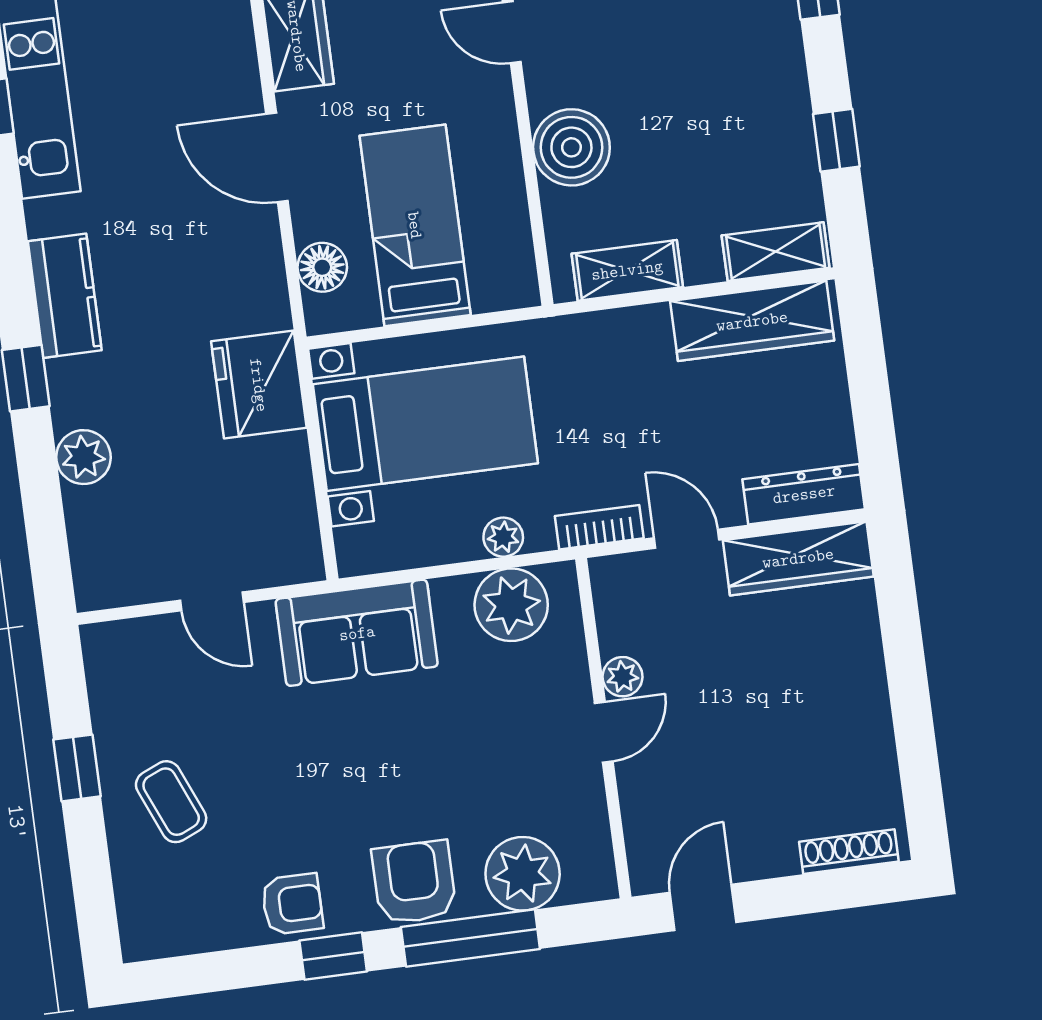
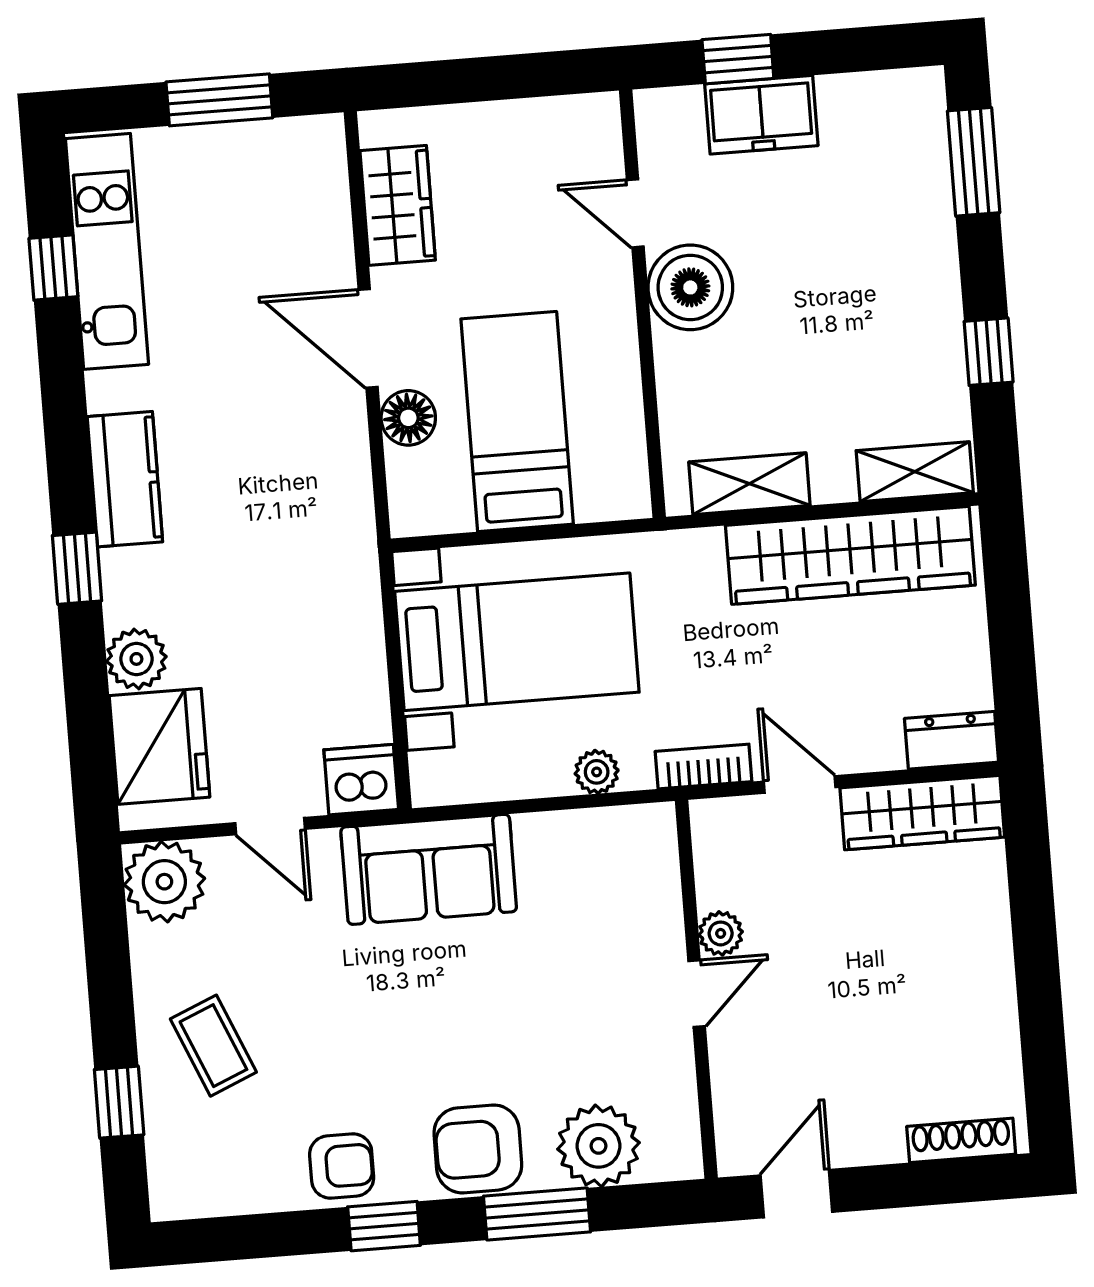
boiler: (571, 147) -> (690, 287), moved
floor lamp: (322, 267) -> (408, 418), moved
wardrobe: (752, 321) -> (850, 555), width x1.40, depth x1.17
fridge: (259, 385) -> (159, 746), moved, turned 180
dresser: (804, 494) -> (952, 740), width x0.70
dishwasher: (292, 555) -> (361, 780), added
plant: (511, 605) -> (164, 882), moved
window: (77, 768) -> (119, 1102), moved
armchair: (414, 882) -> (478, 1149), turned -90
window: (470, 938) -> (537, 1214), width x0.69

